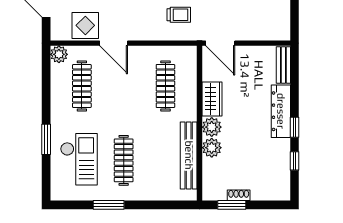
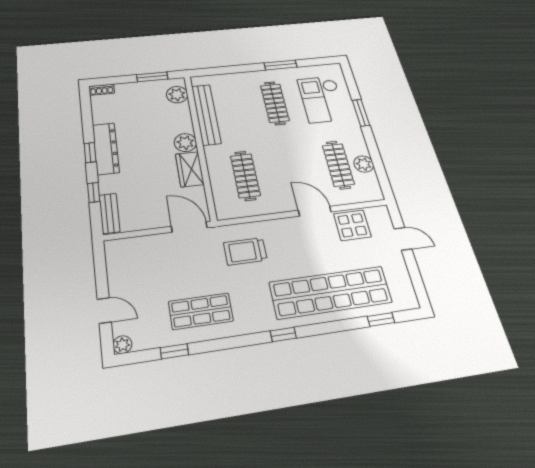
trolley: (179, 15) -> (245, 251), width x1.36, depth x1.39
plant: (59, 54) -> (364, 164), moved
dresser: (281, 111) -> (106, 149), moved
plant: (212, 148) -> (177, 95), moved
window: (295, 161) -> (94, 192), moved
shoe rack: (239, 195) -> (102, 90), moved

